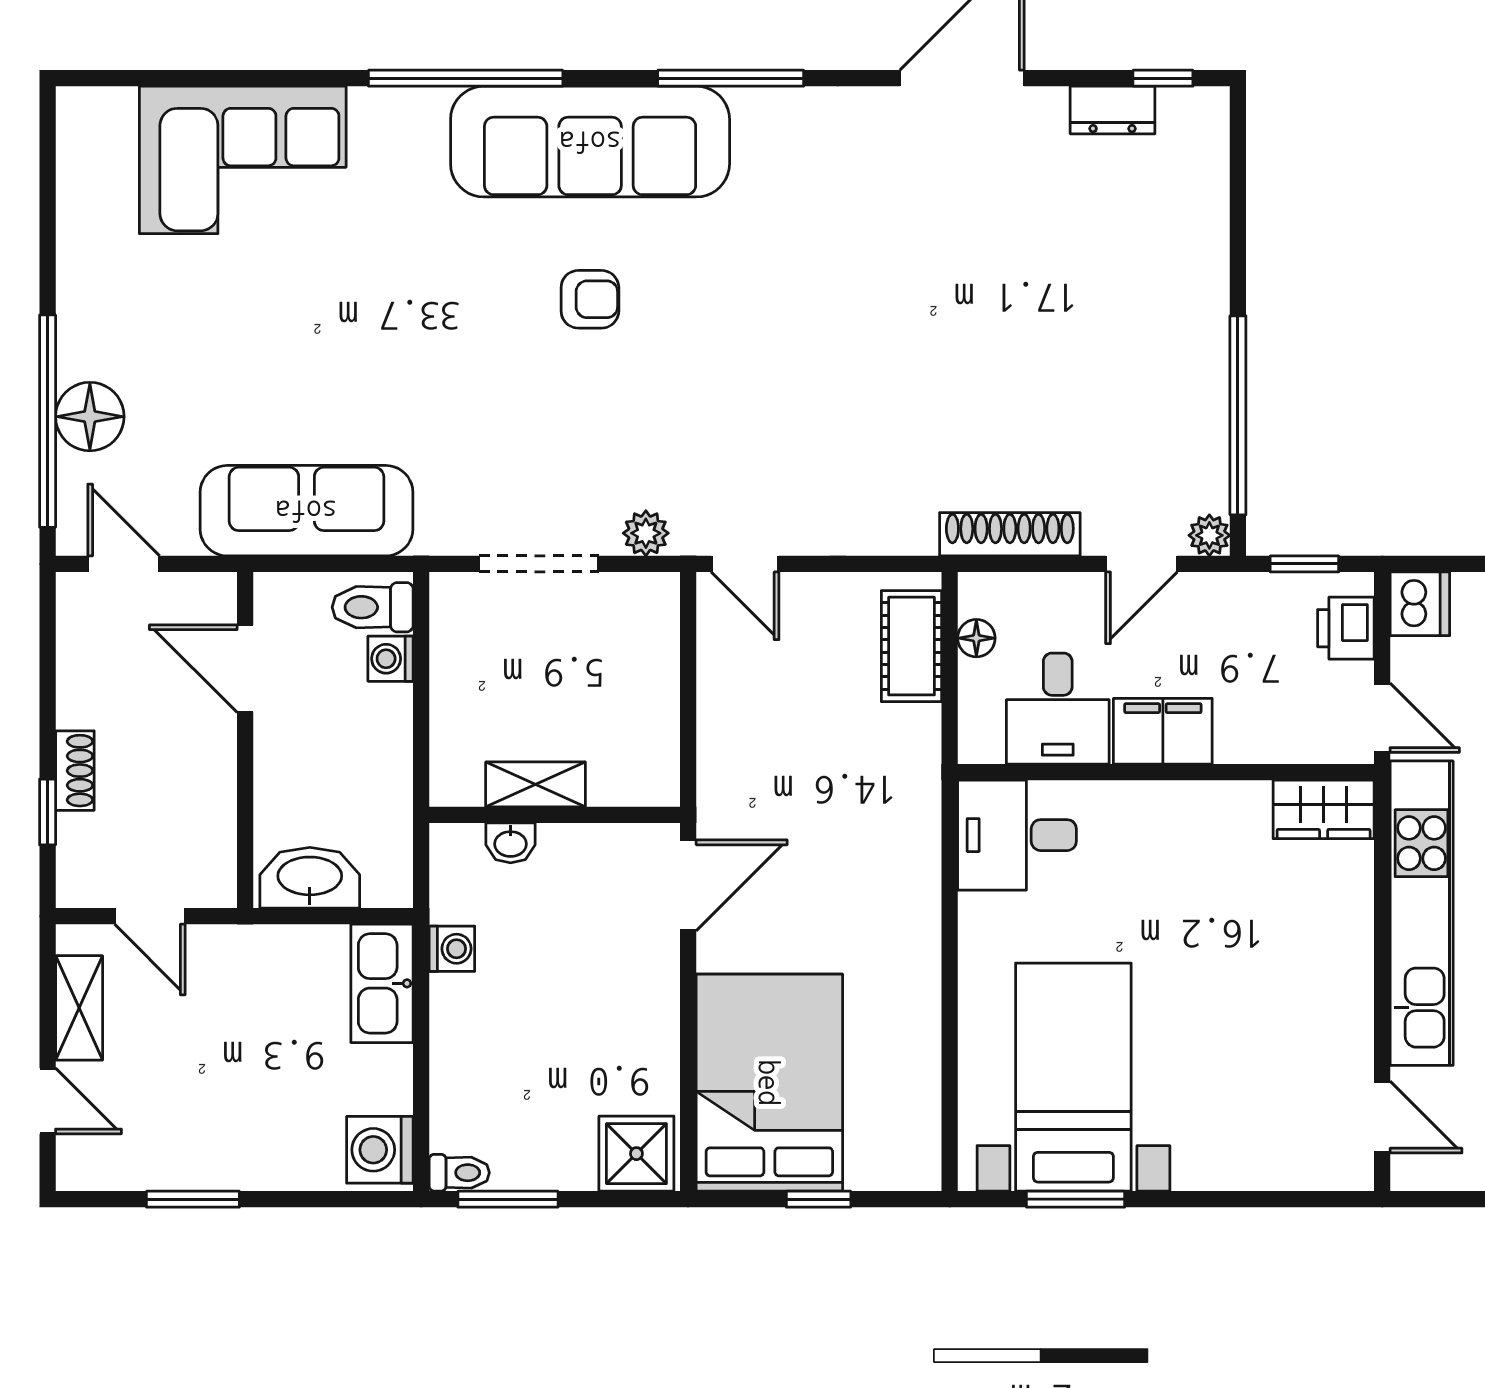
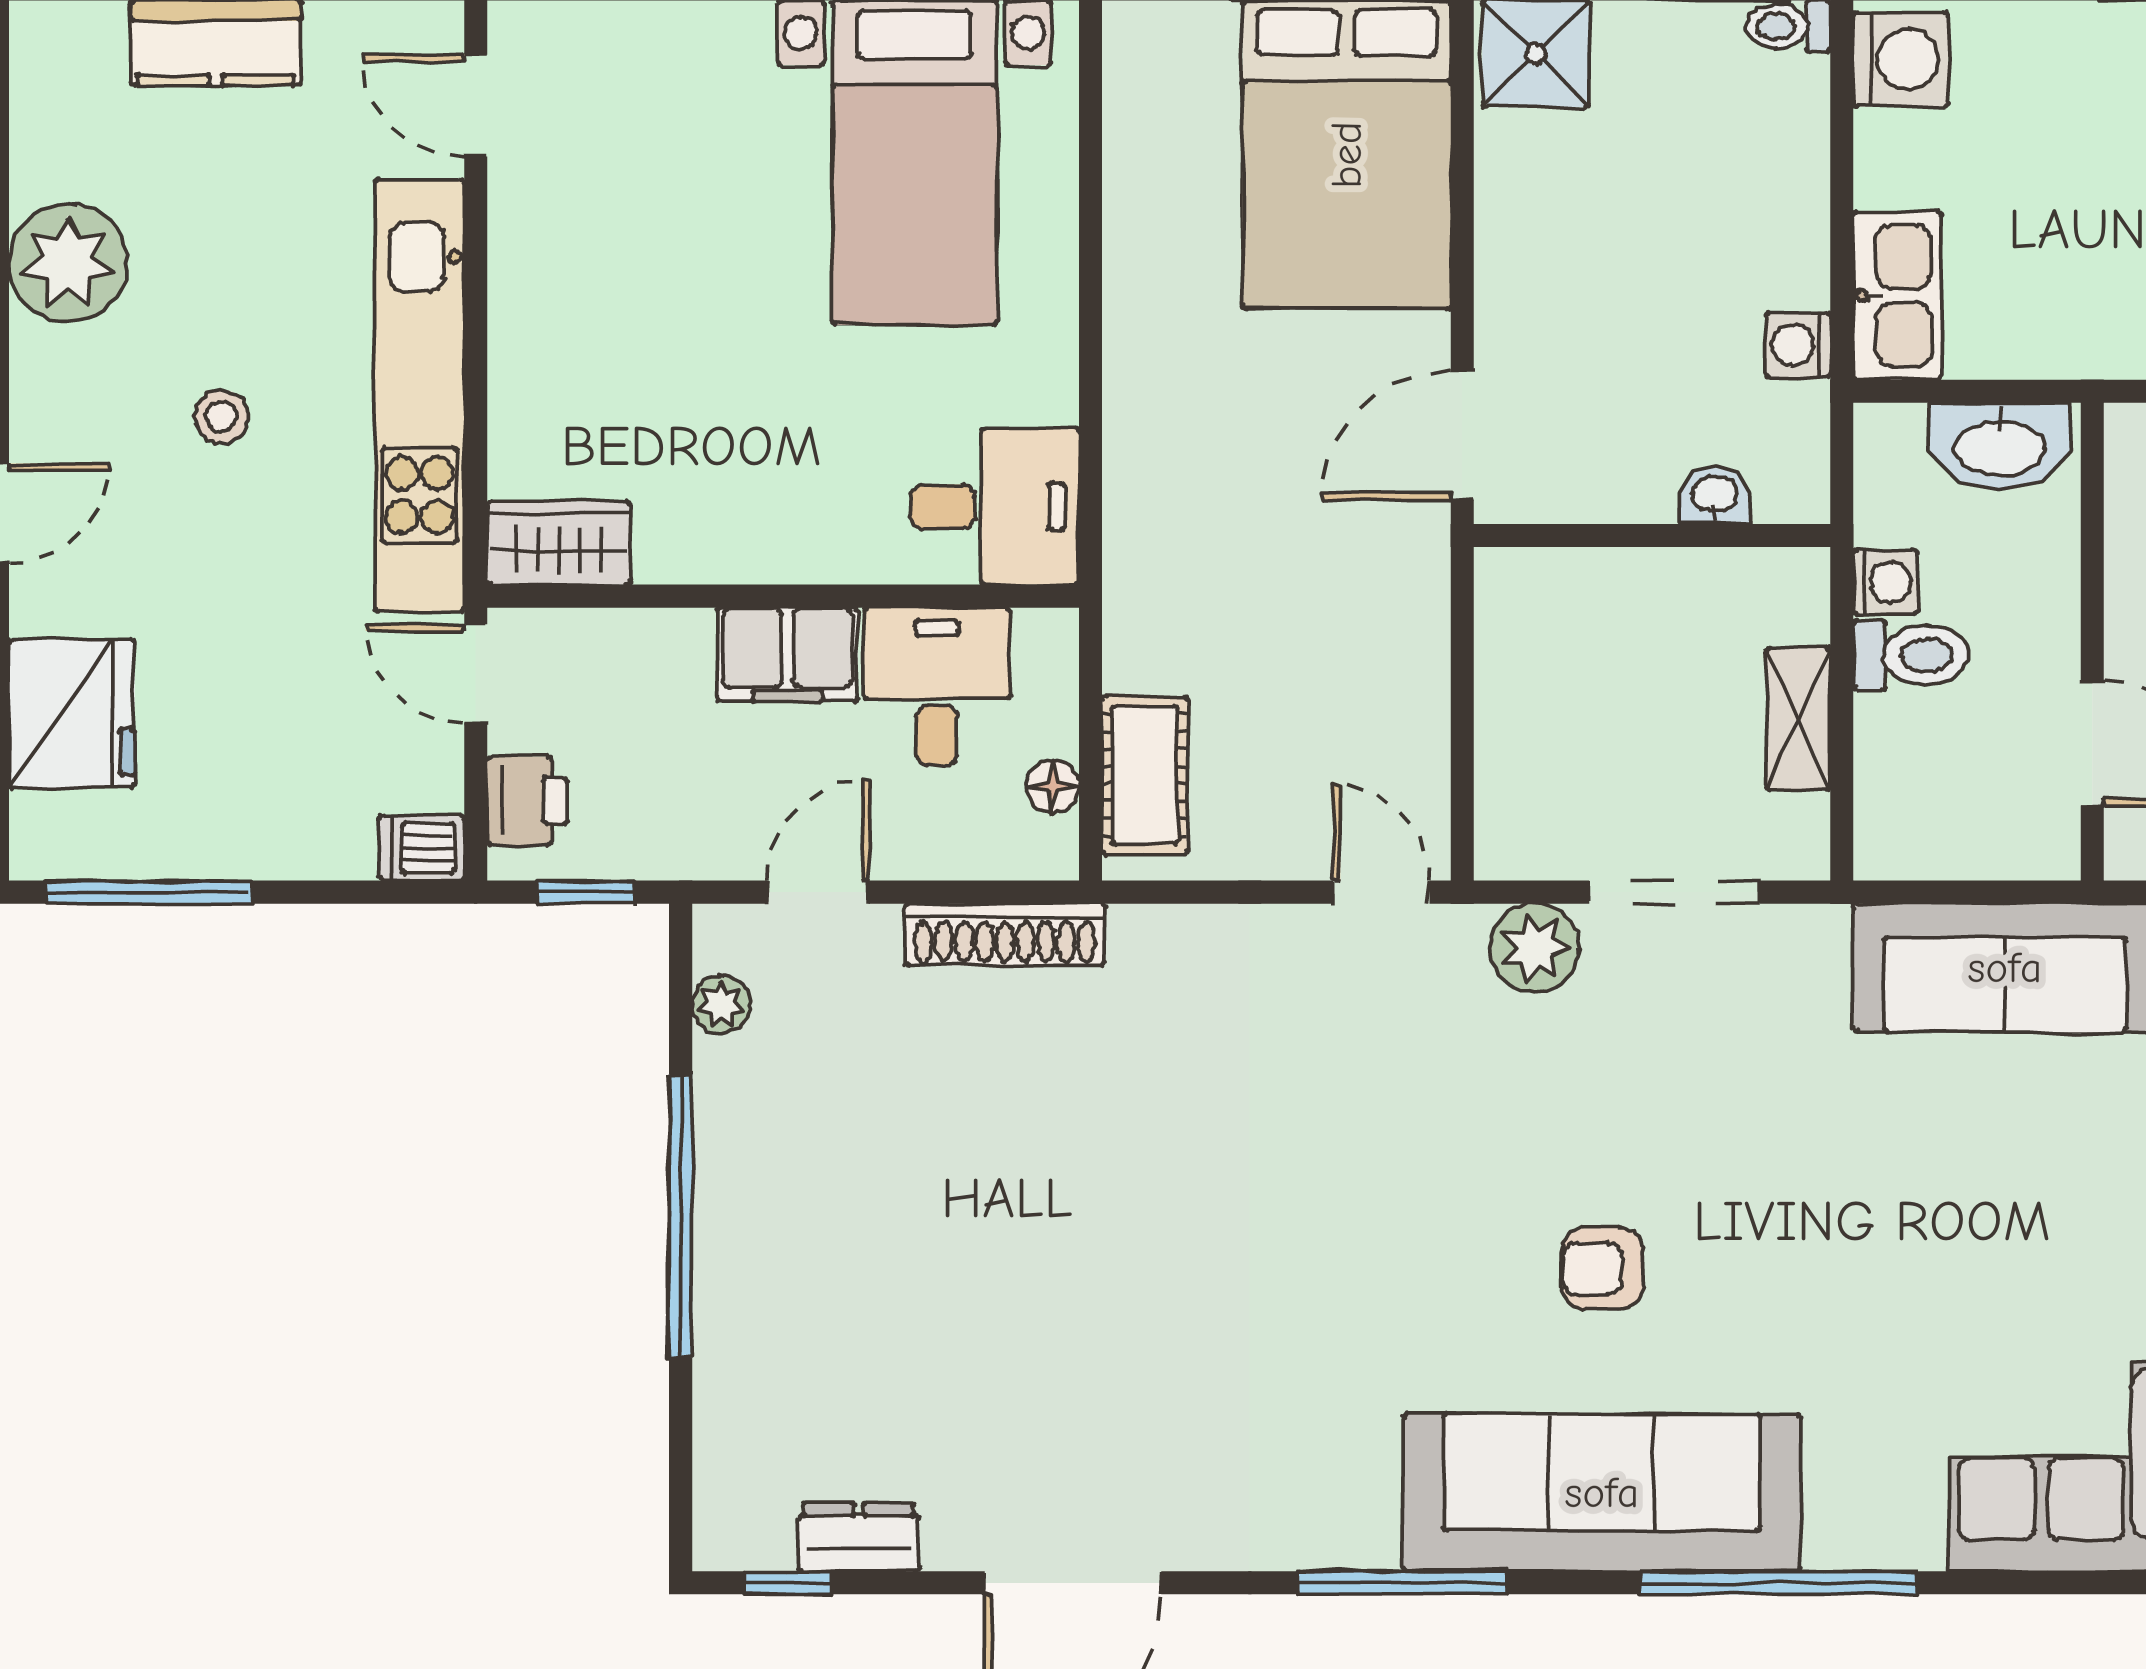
window: (1238, 415) -> (681, 1216), moved
plant: (646, 533) -> (1535, 948), width x1.38, depth x1.38
plant: (1209, 535) -> (721, 1005), moved
dishwasher: (1420, 604) -> (422, 848), width x0.73
toilet: (373, 607) -> (1911, 655), moved
washing machine: (391, 659) -> (1885, 582), moved
shelving: (536, 784) -> (1798, 719), moved, turned 90

